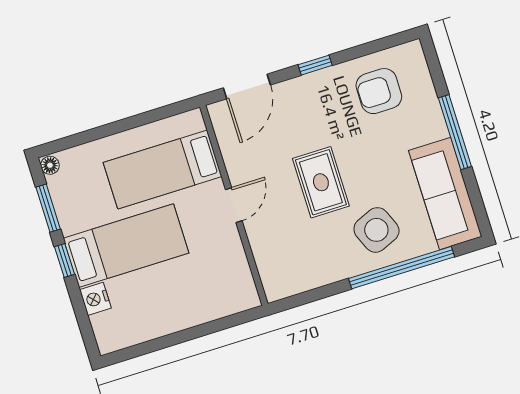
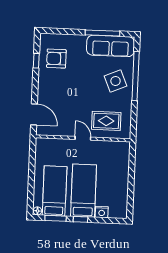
window: (315, 65) -> (36, 61), moved
armchair: (379, 91) -> (56, 59), turned 90
window: (455, 132) -> (102, 33), moved
bed: (163, 169) -> (55, 191), moved, turned 180
rug: (321, 182) -> (106, 121), moved

